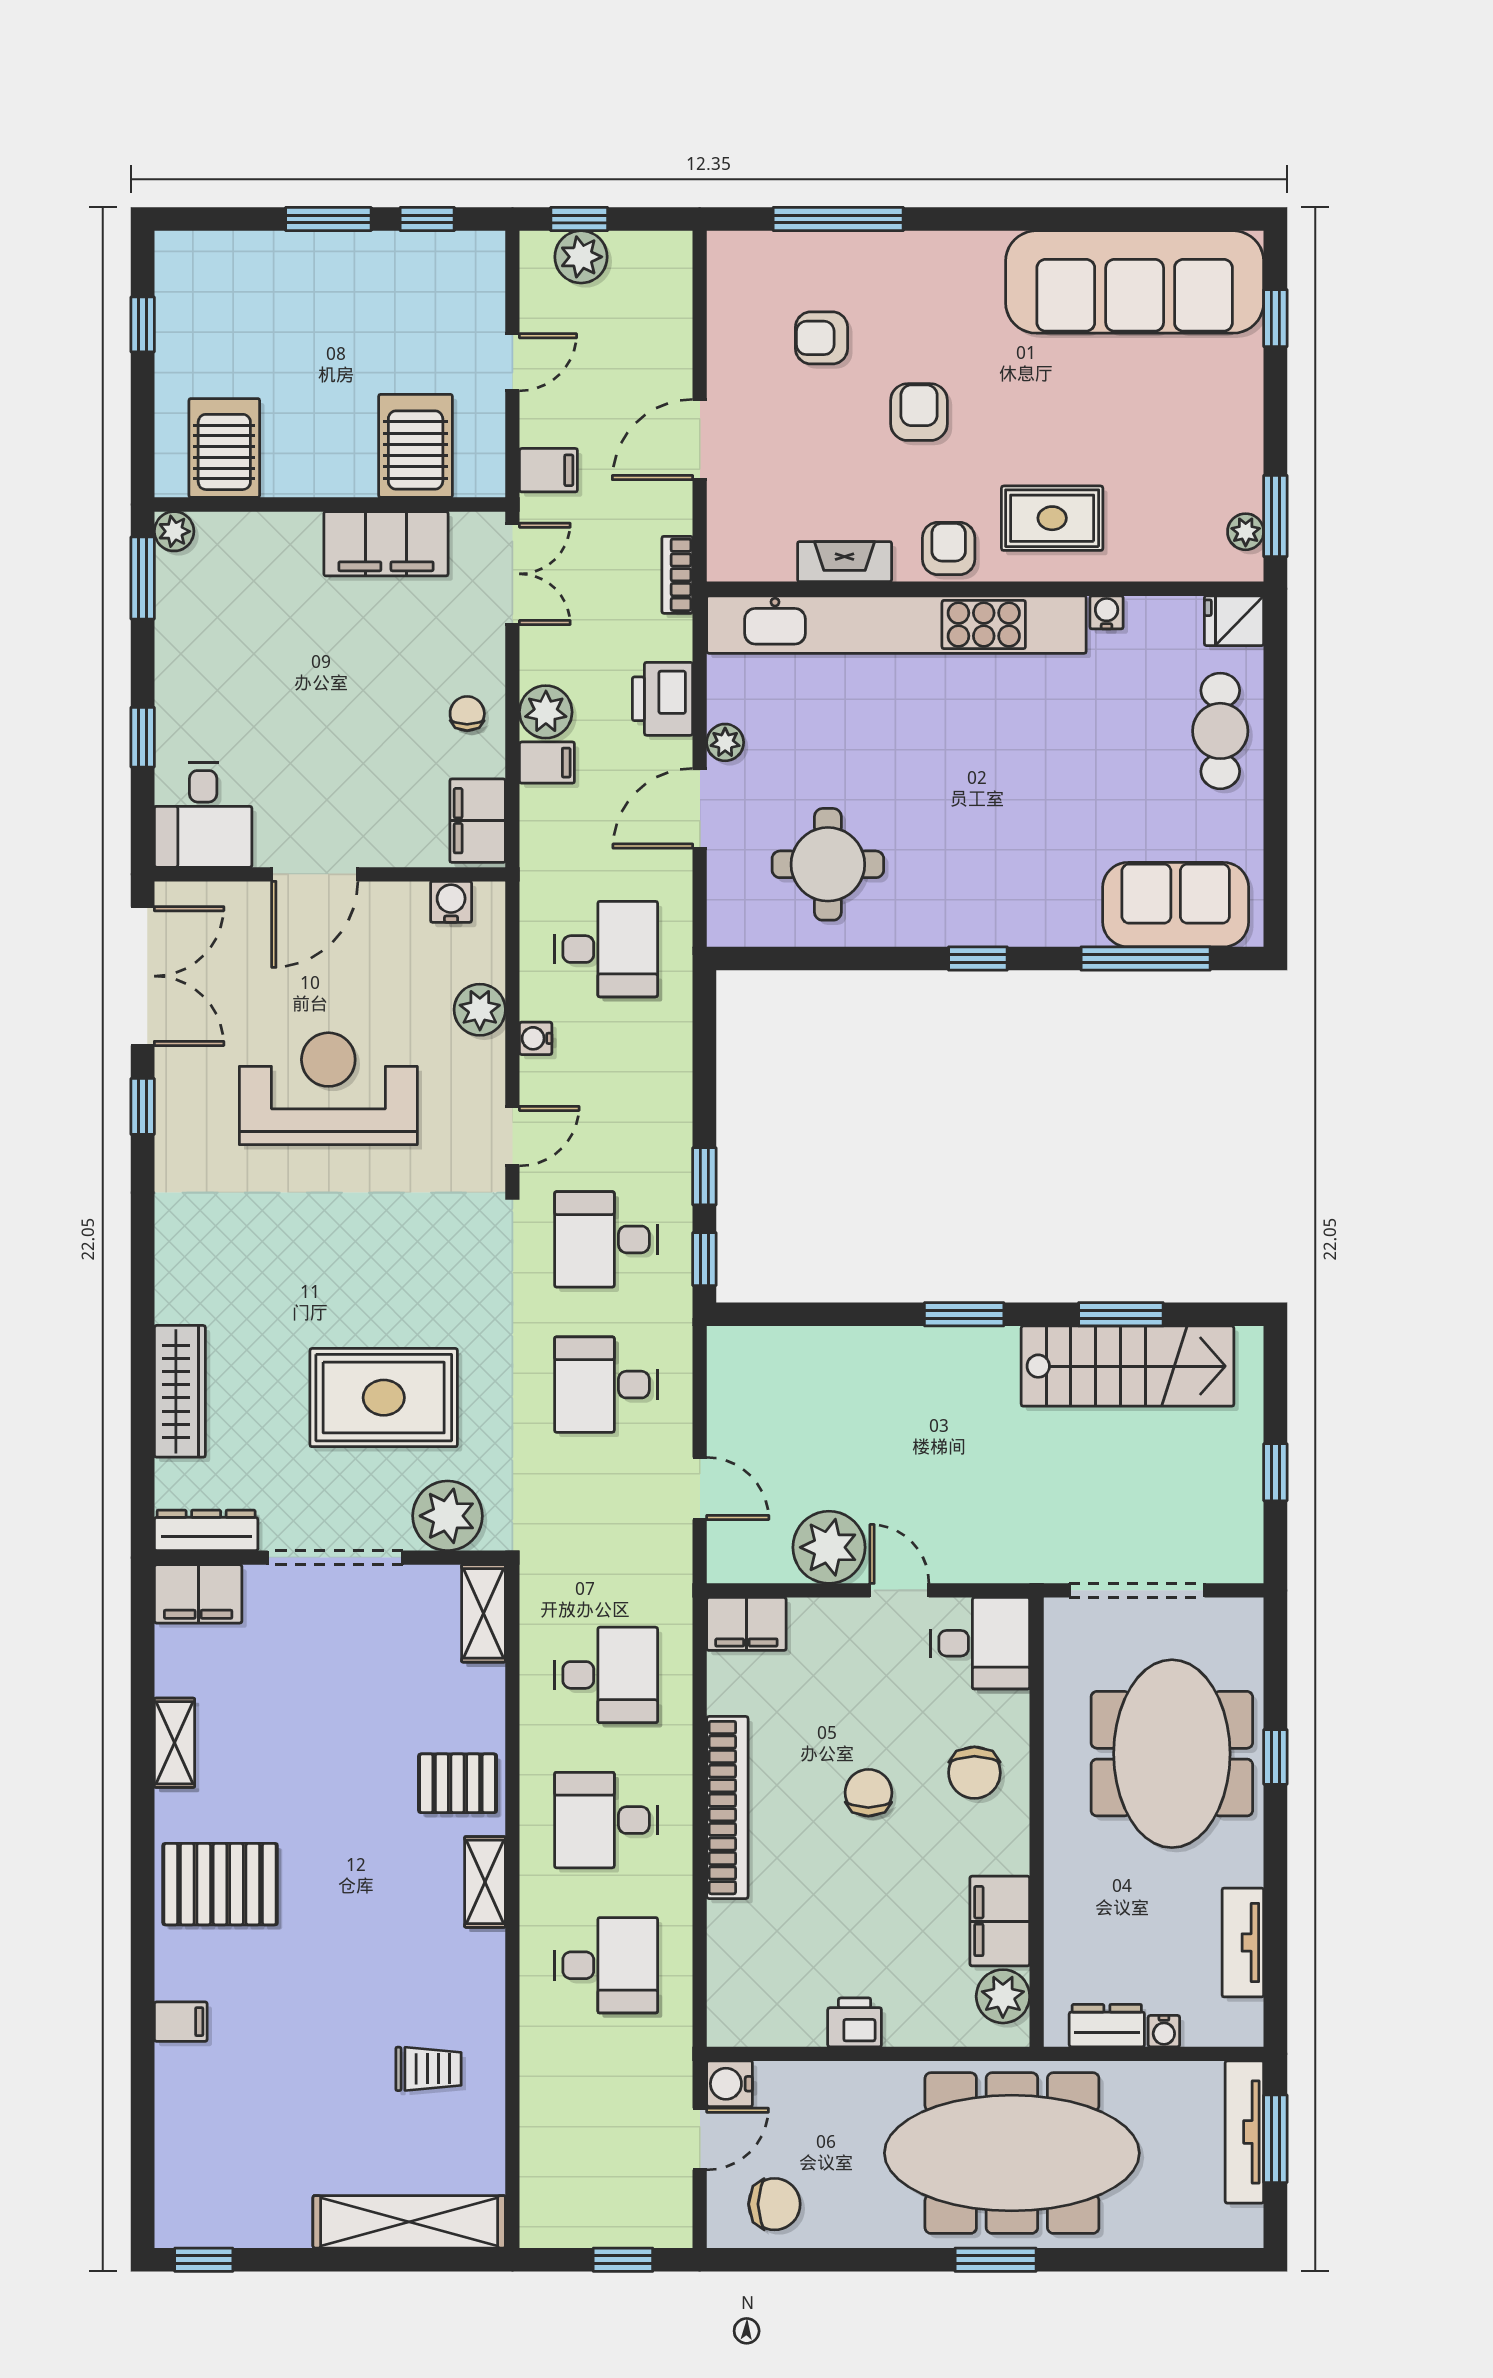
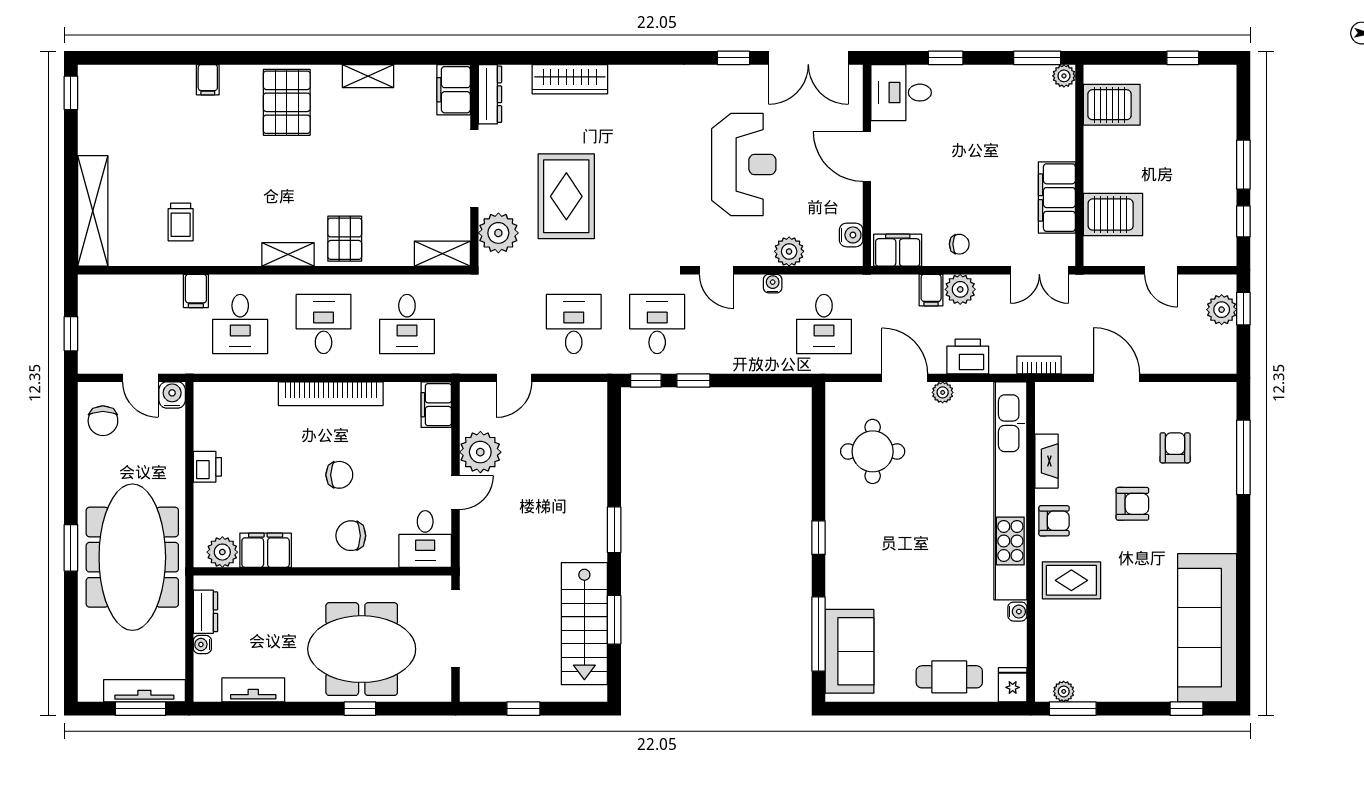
filing cabinet: (548, 470) -> (196, 291), moved
rug: (1052, 518) -> (1071, 580), turned 90

